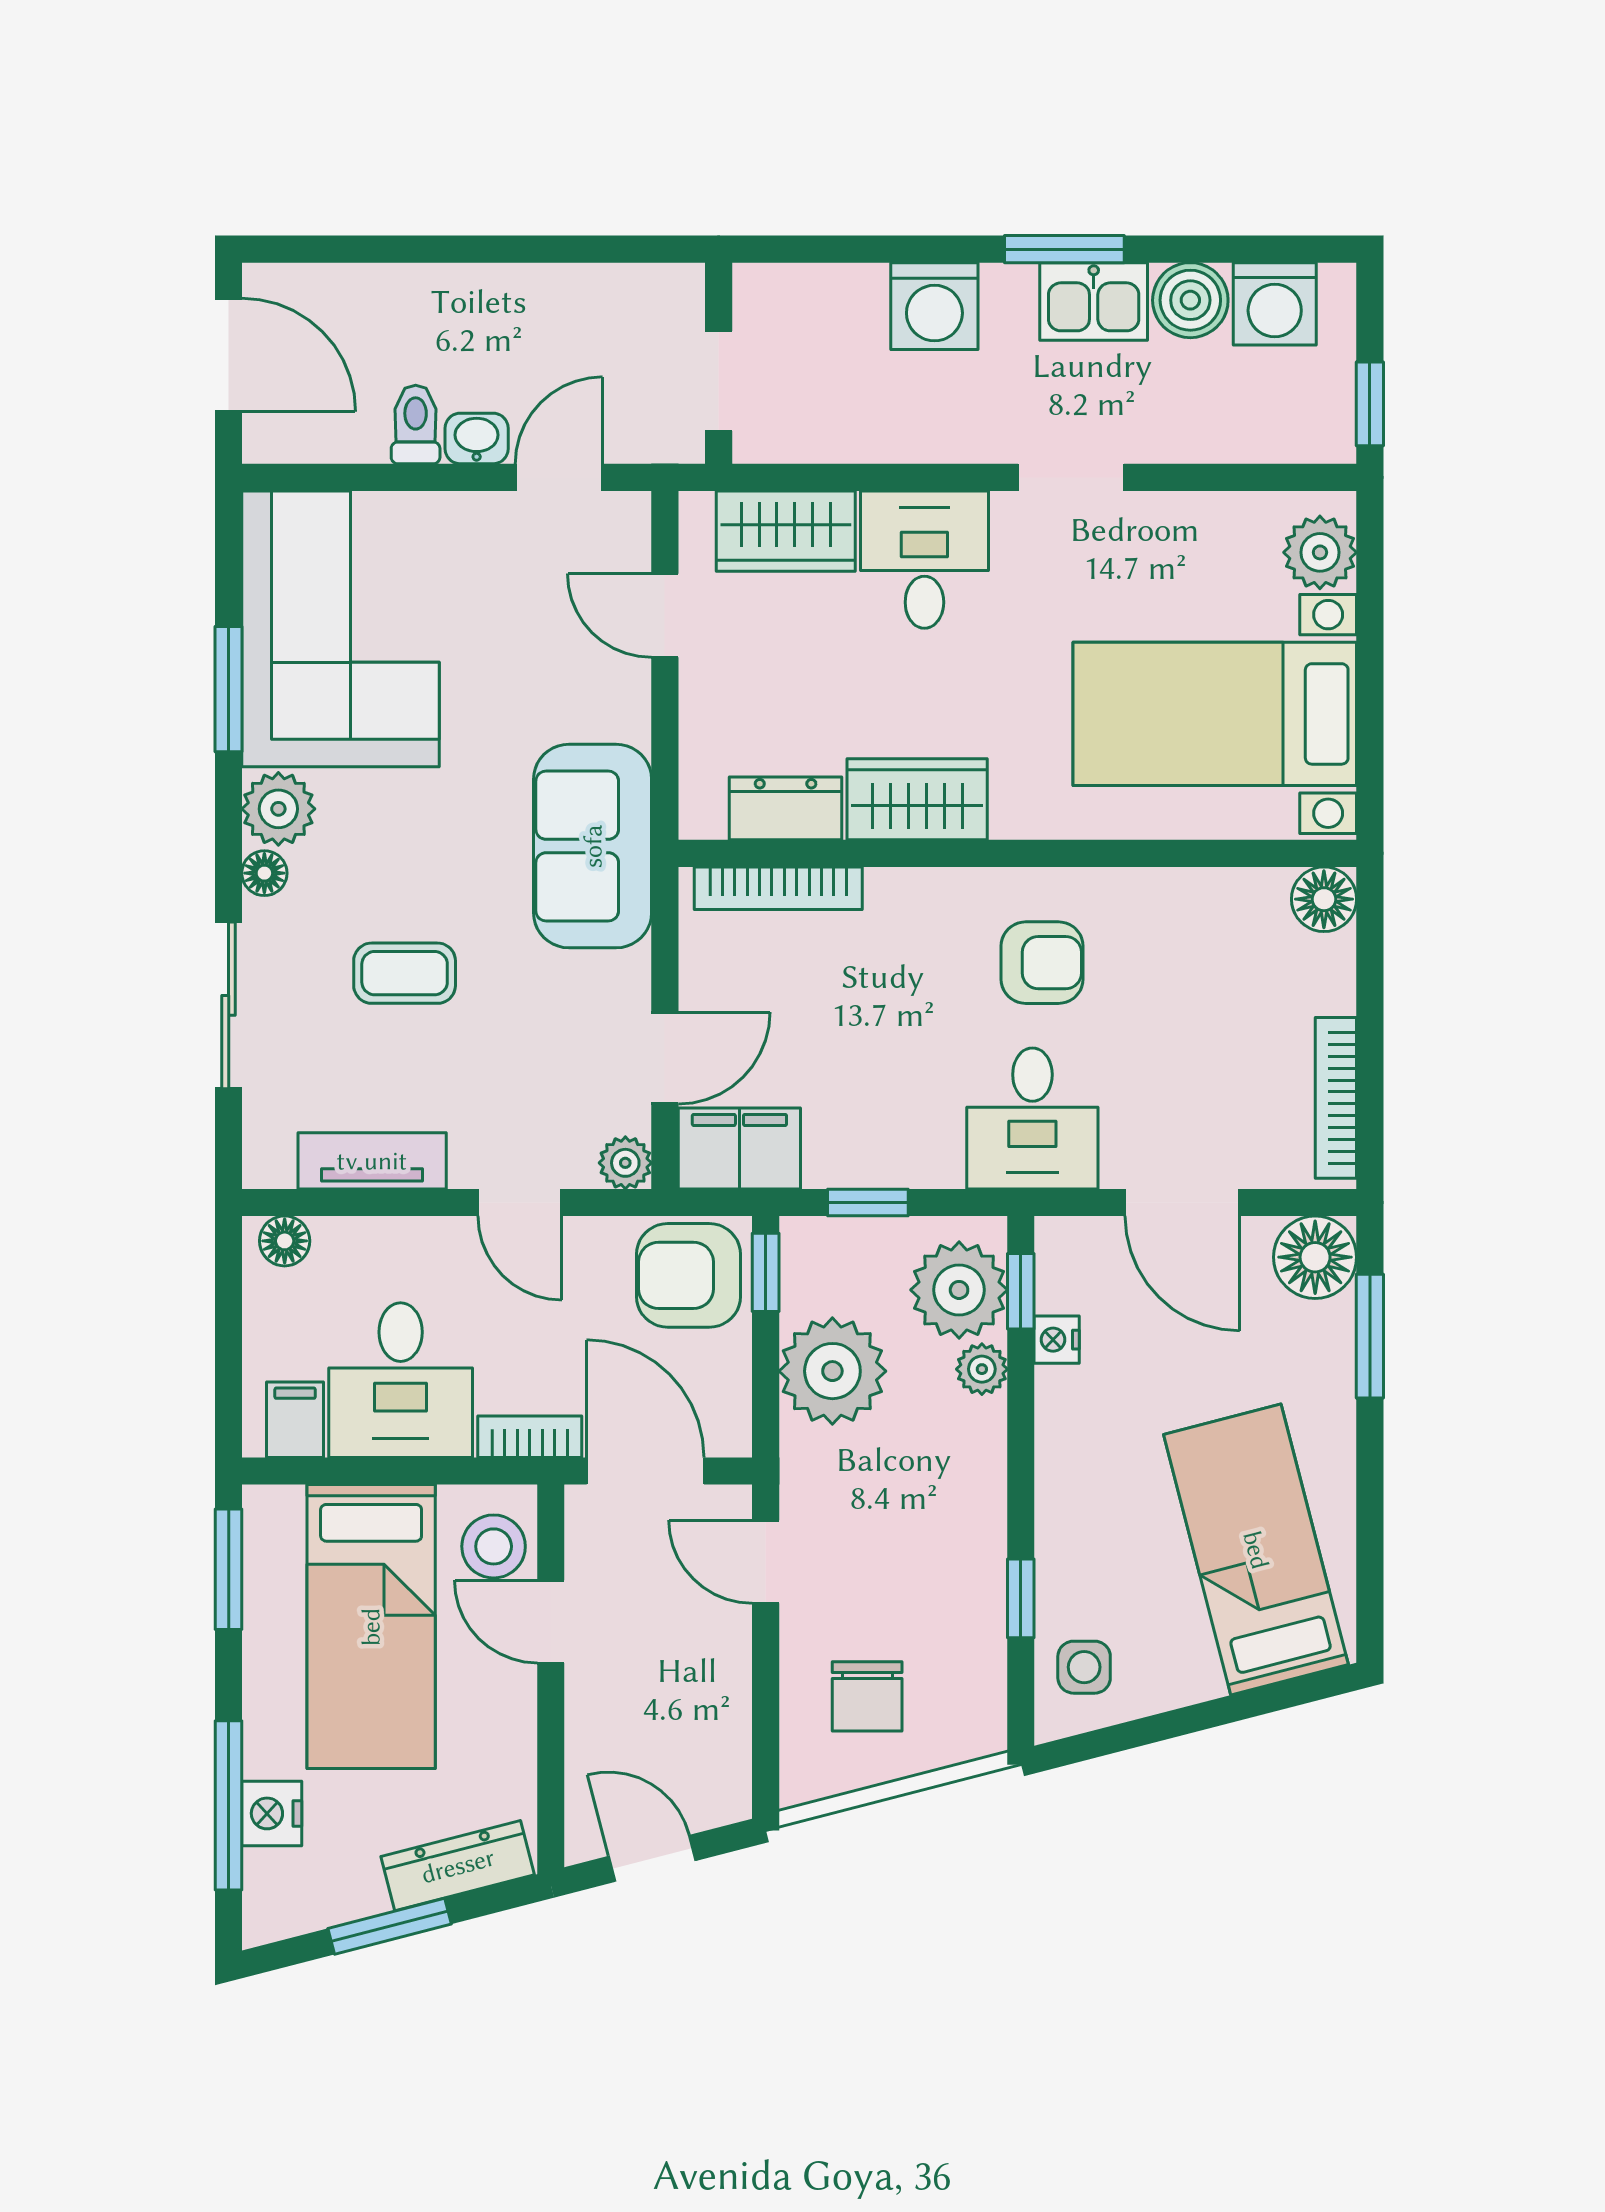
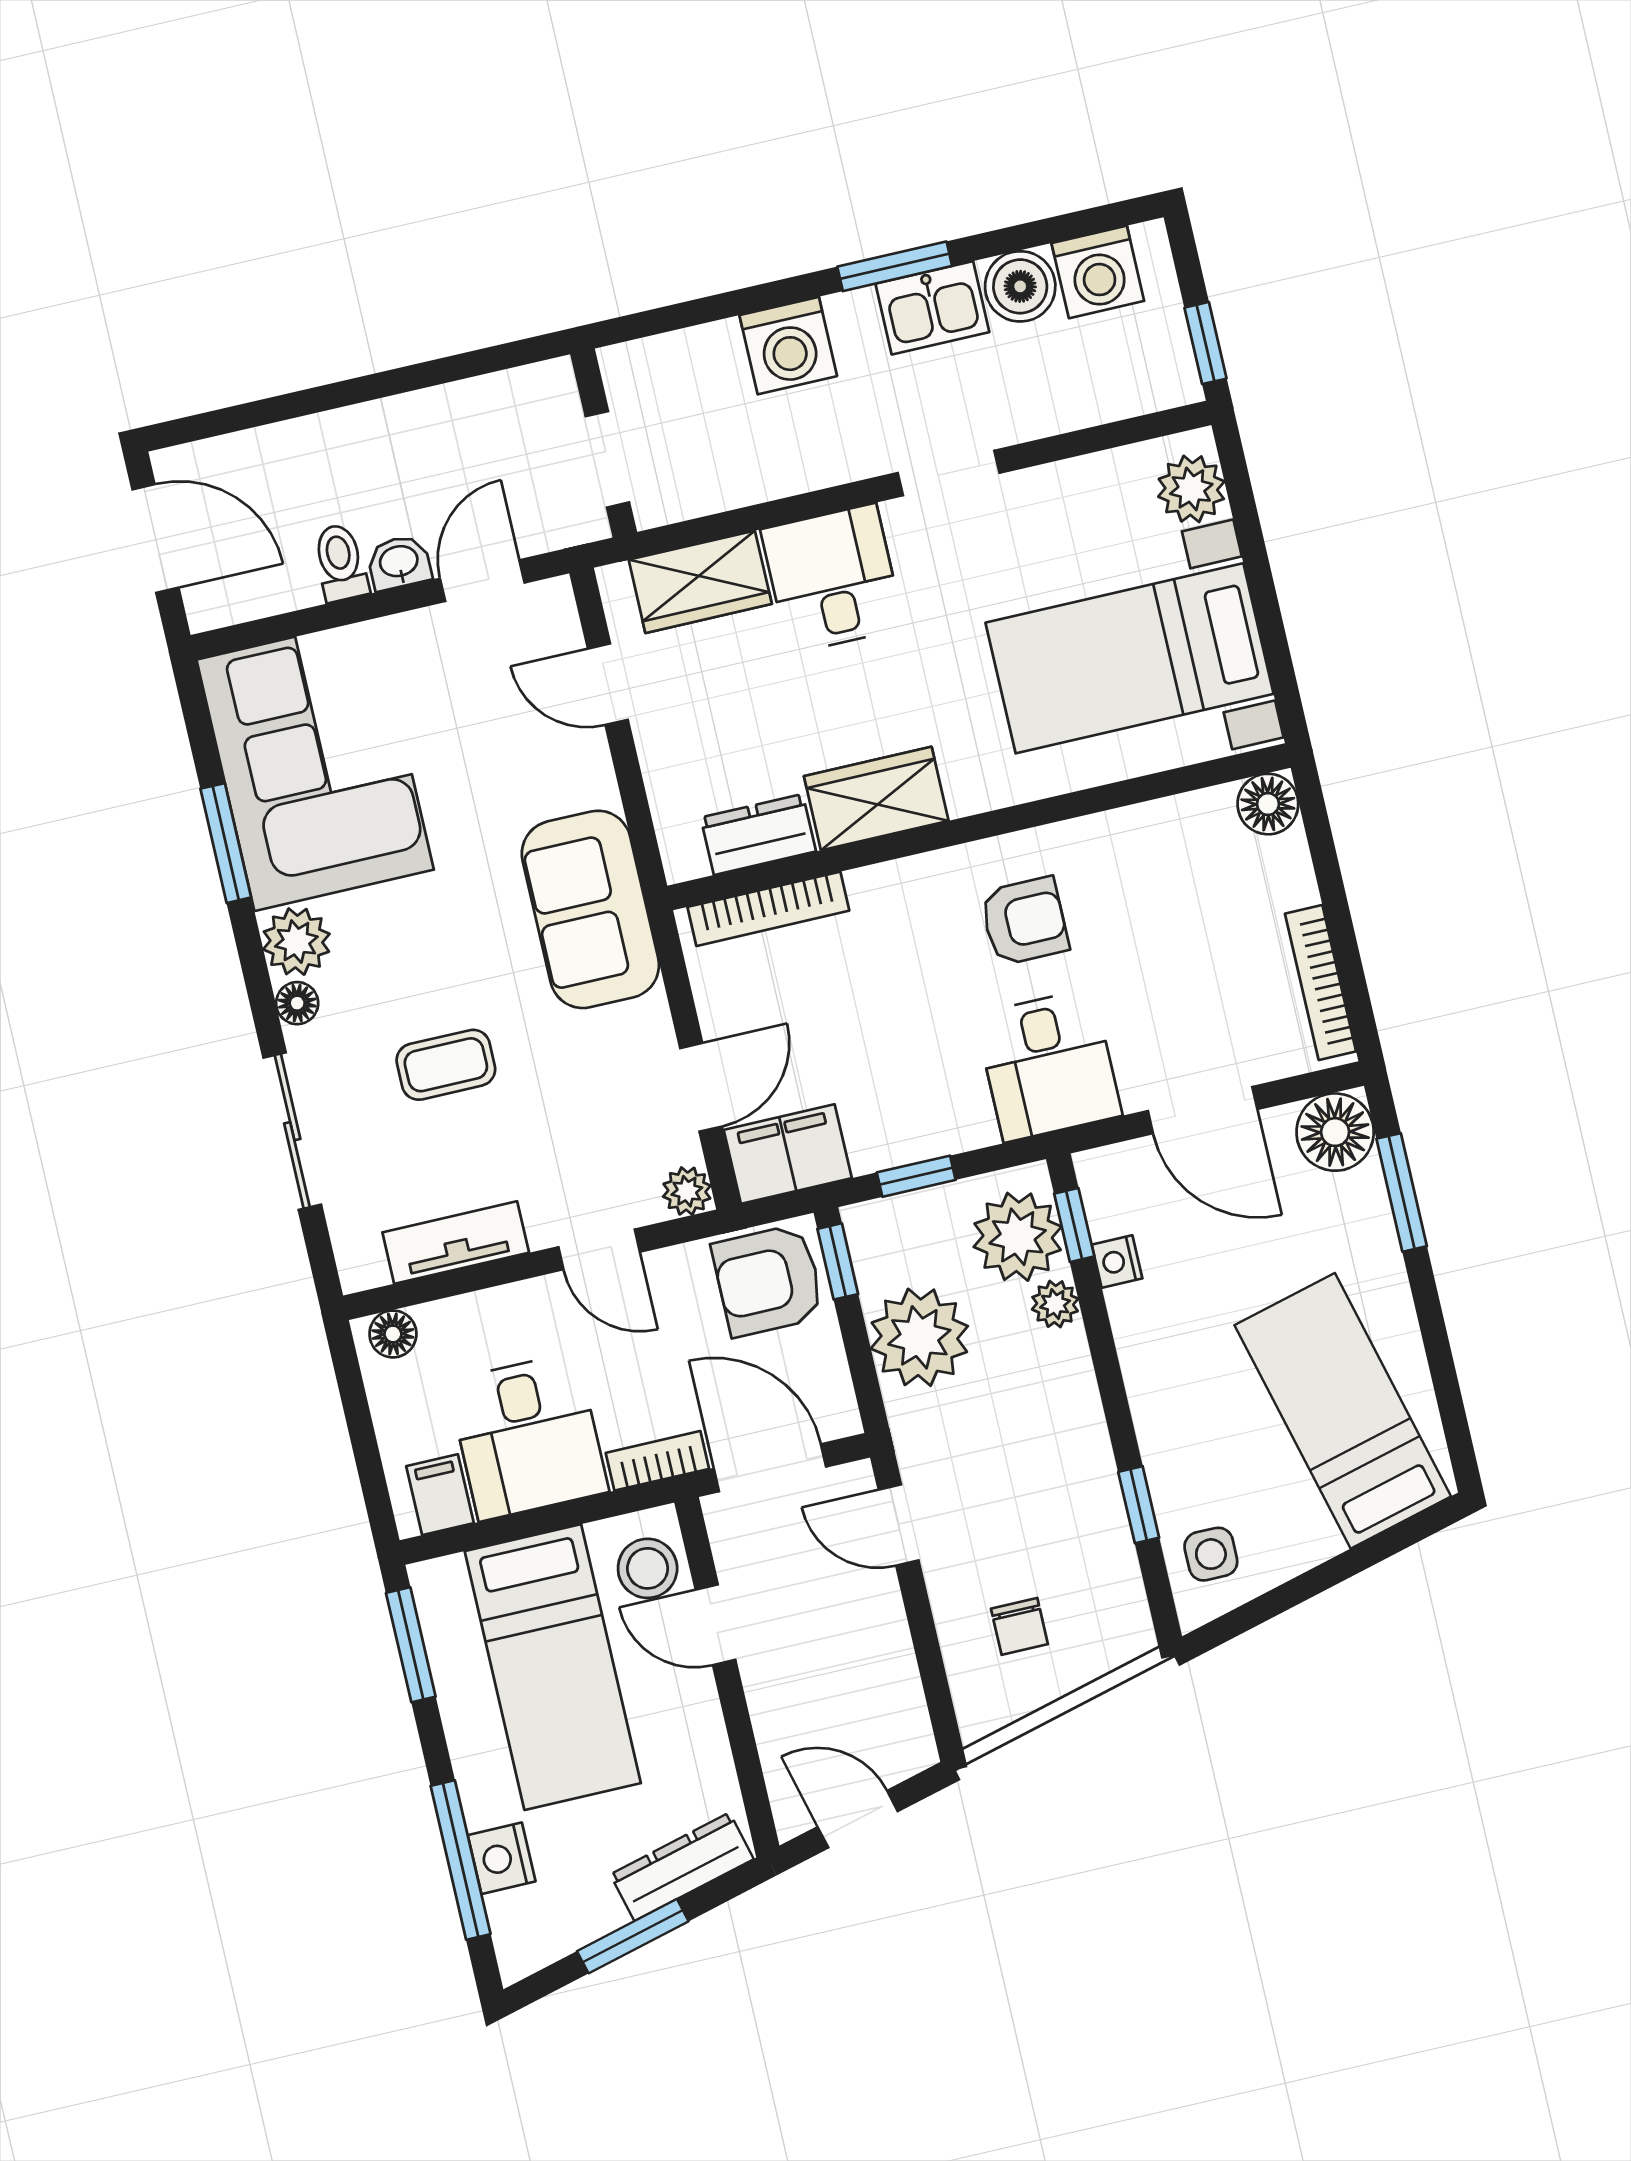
chair: (867, 1696) -> (1019, 1626), width x0.73, depth x0.73

